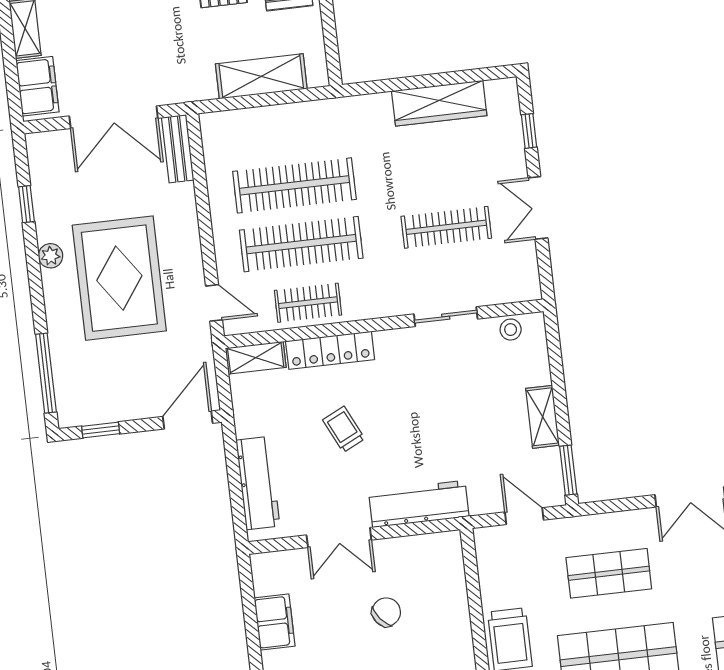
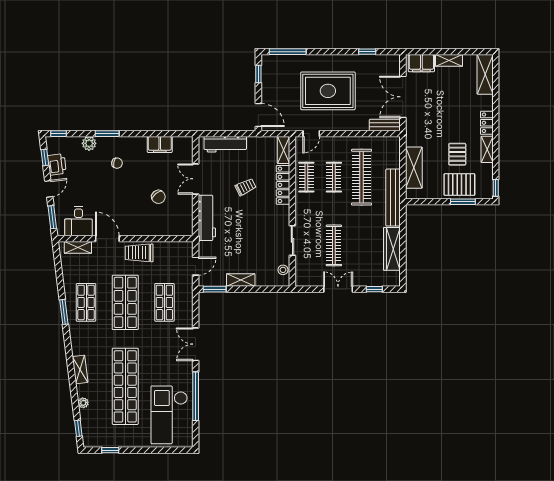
bench: (330, 113) -> (393, 198), added
clothes rail: (301, 244) -> (334, 177), width x0.54, depth x0.76
plant: (51, 256) -> (342, 60), removed

